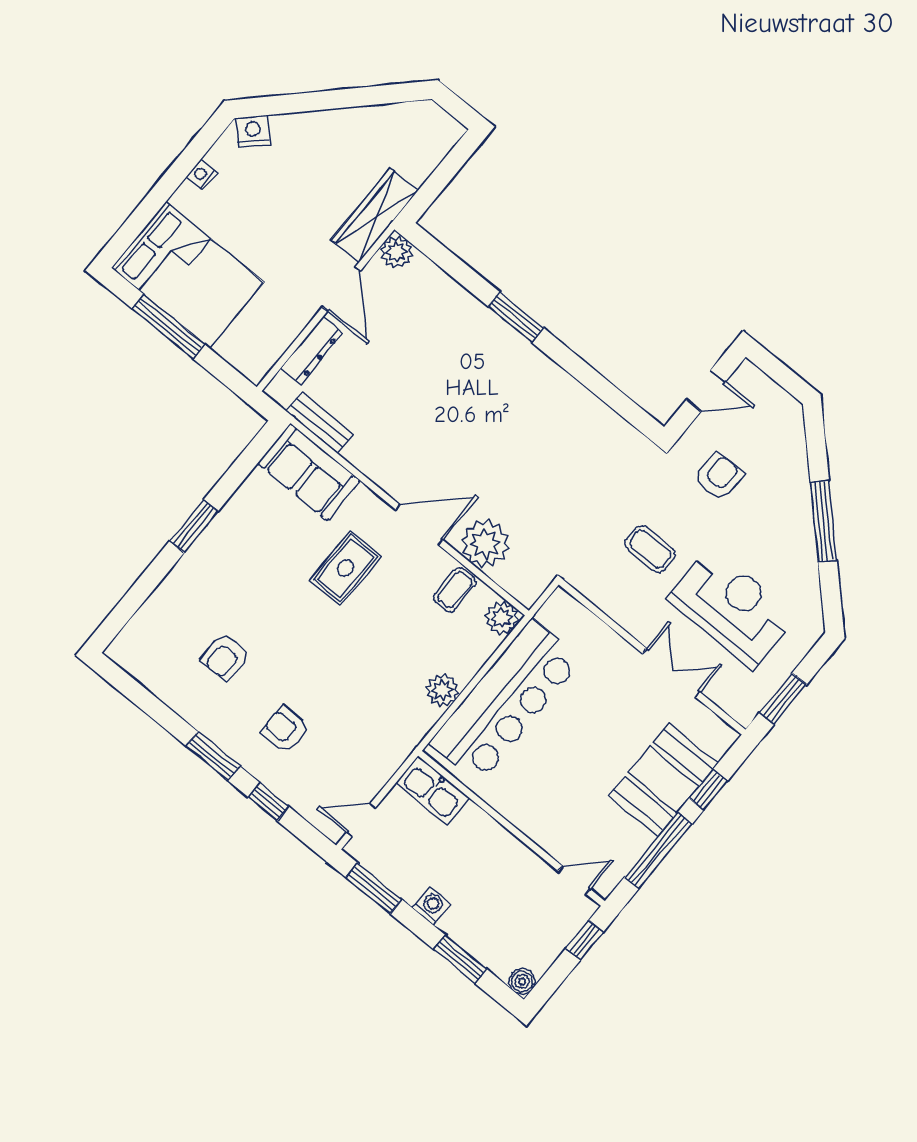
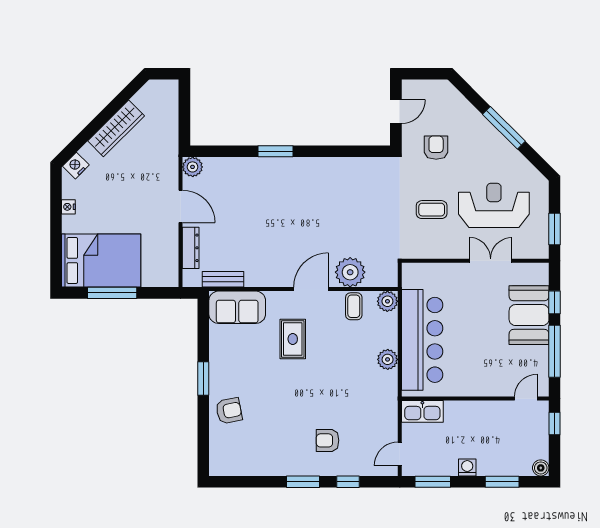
wardrobe: (375, 215) -> (116, 128), moved, turned -135
armchair: (225, 657) -> (229, 411), moved, turned -101

